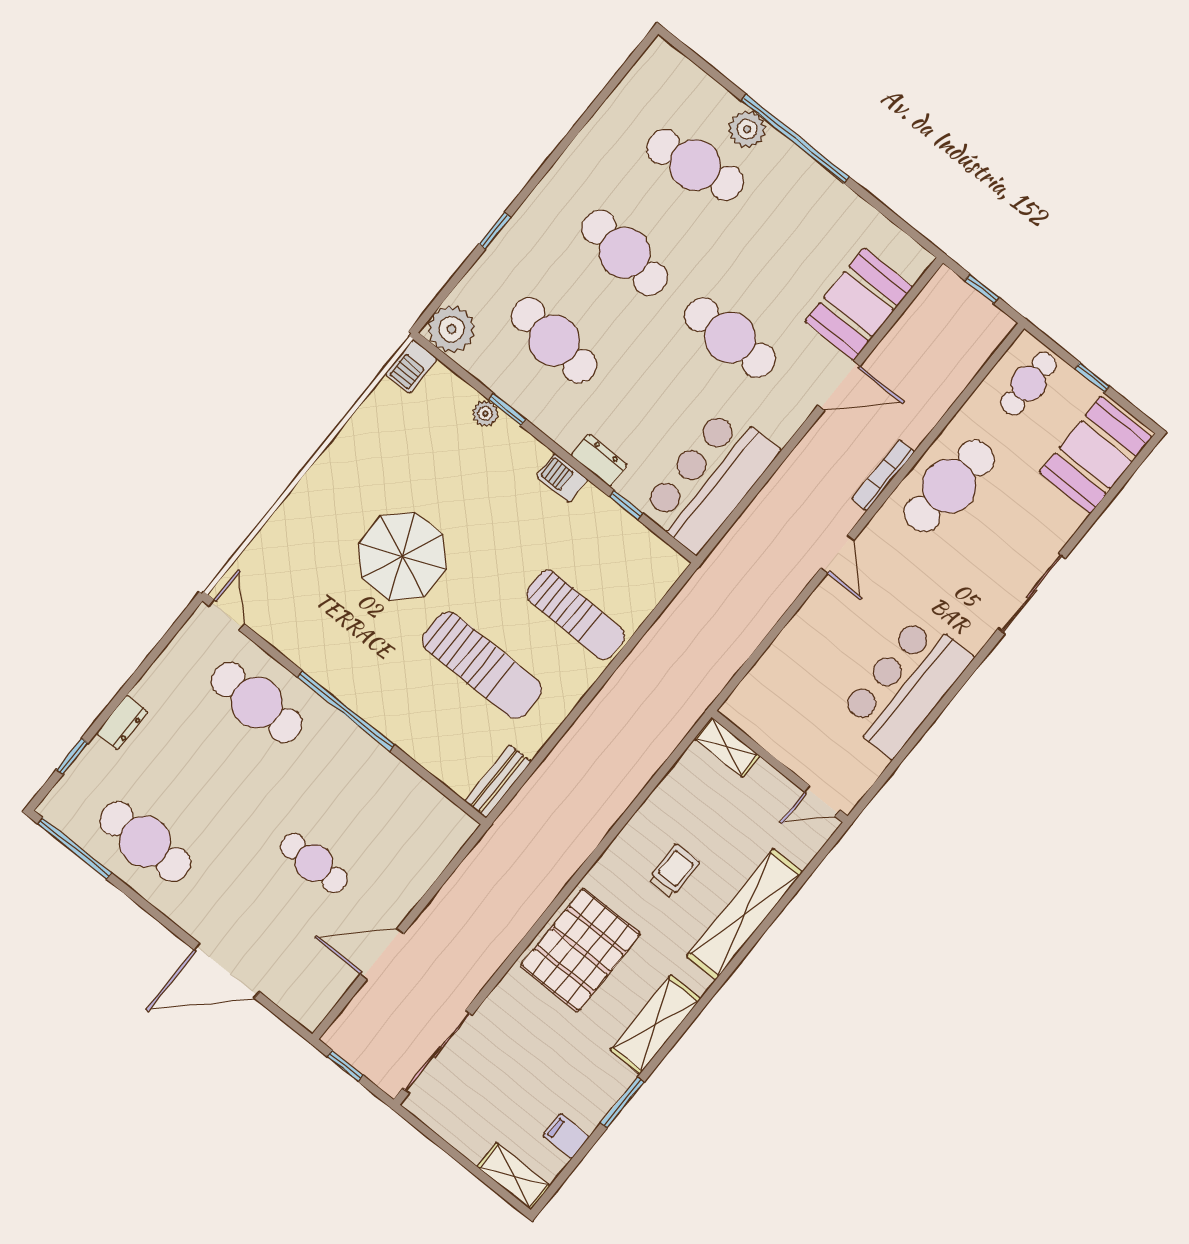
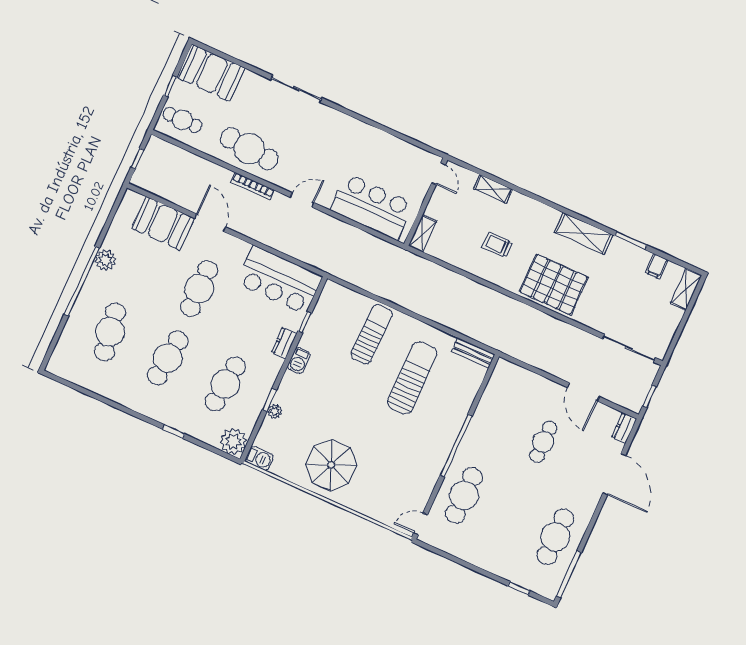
plant: (747, 129) -> (105, 260), moved
parasol: (402, 556) -> (331, 465), moved
bar counter: (905, 686) -> (372, 207), moved, turned 180
dresser: (122, 722) -> (624, 428), moved, turned -90
shelving: (744, 914) -> (493, 189), width x0.45, depth x0.75

